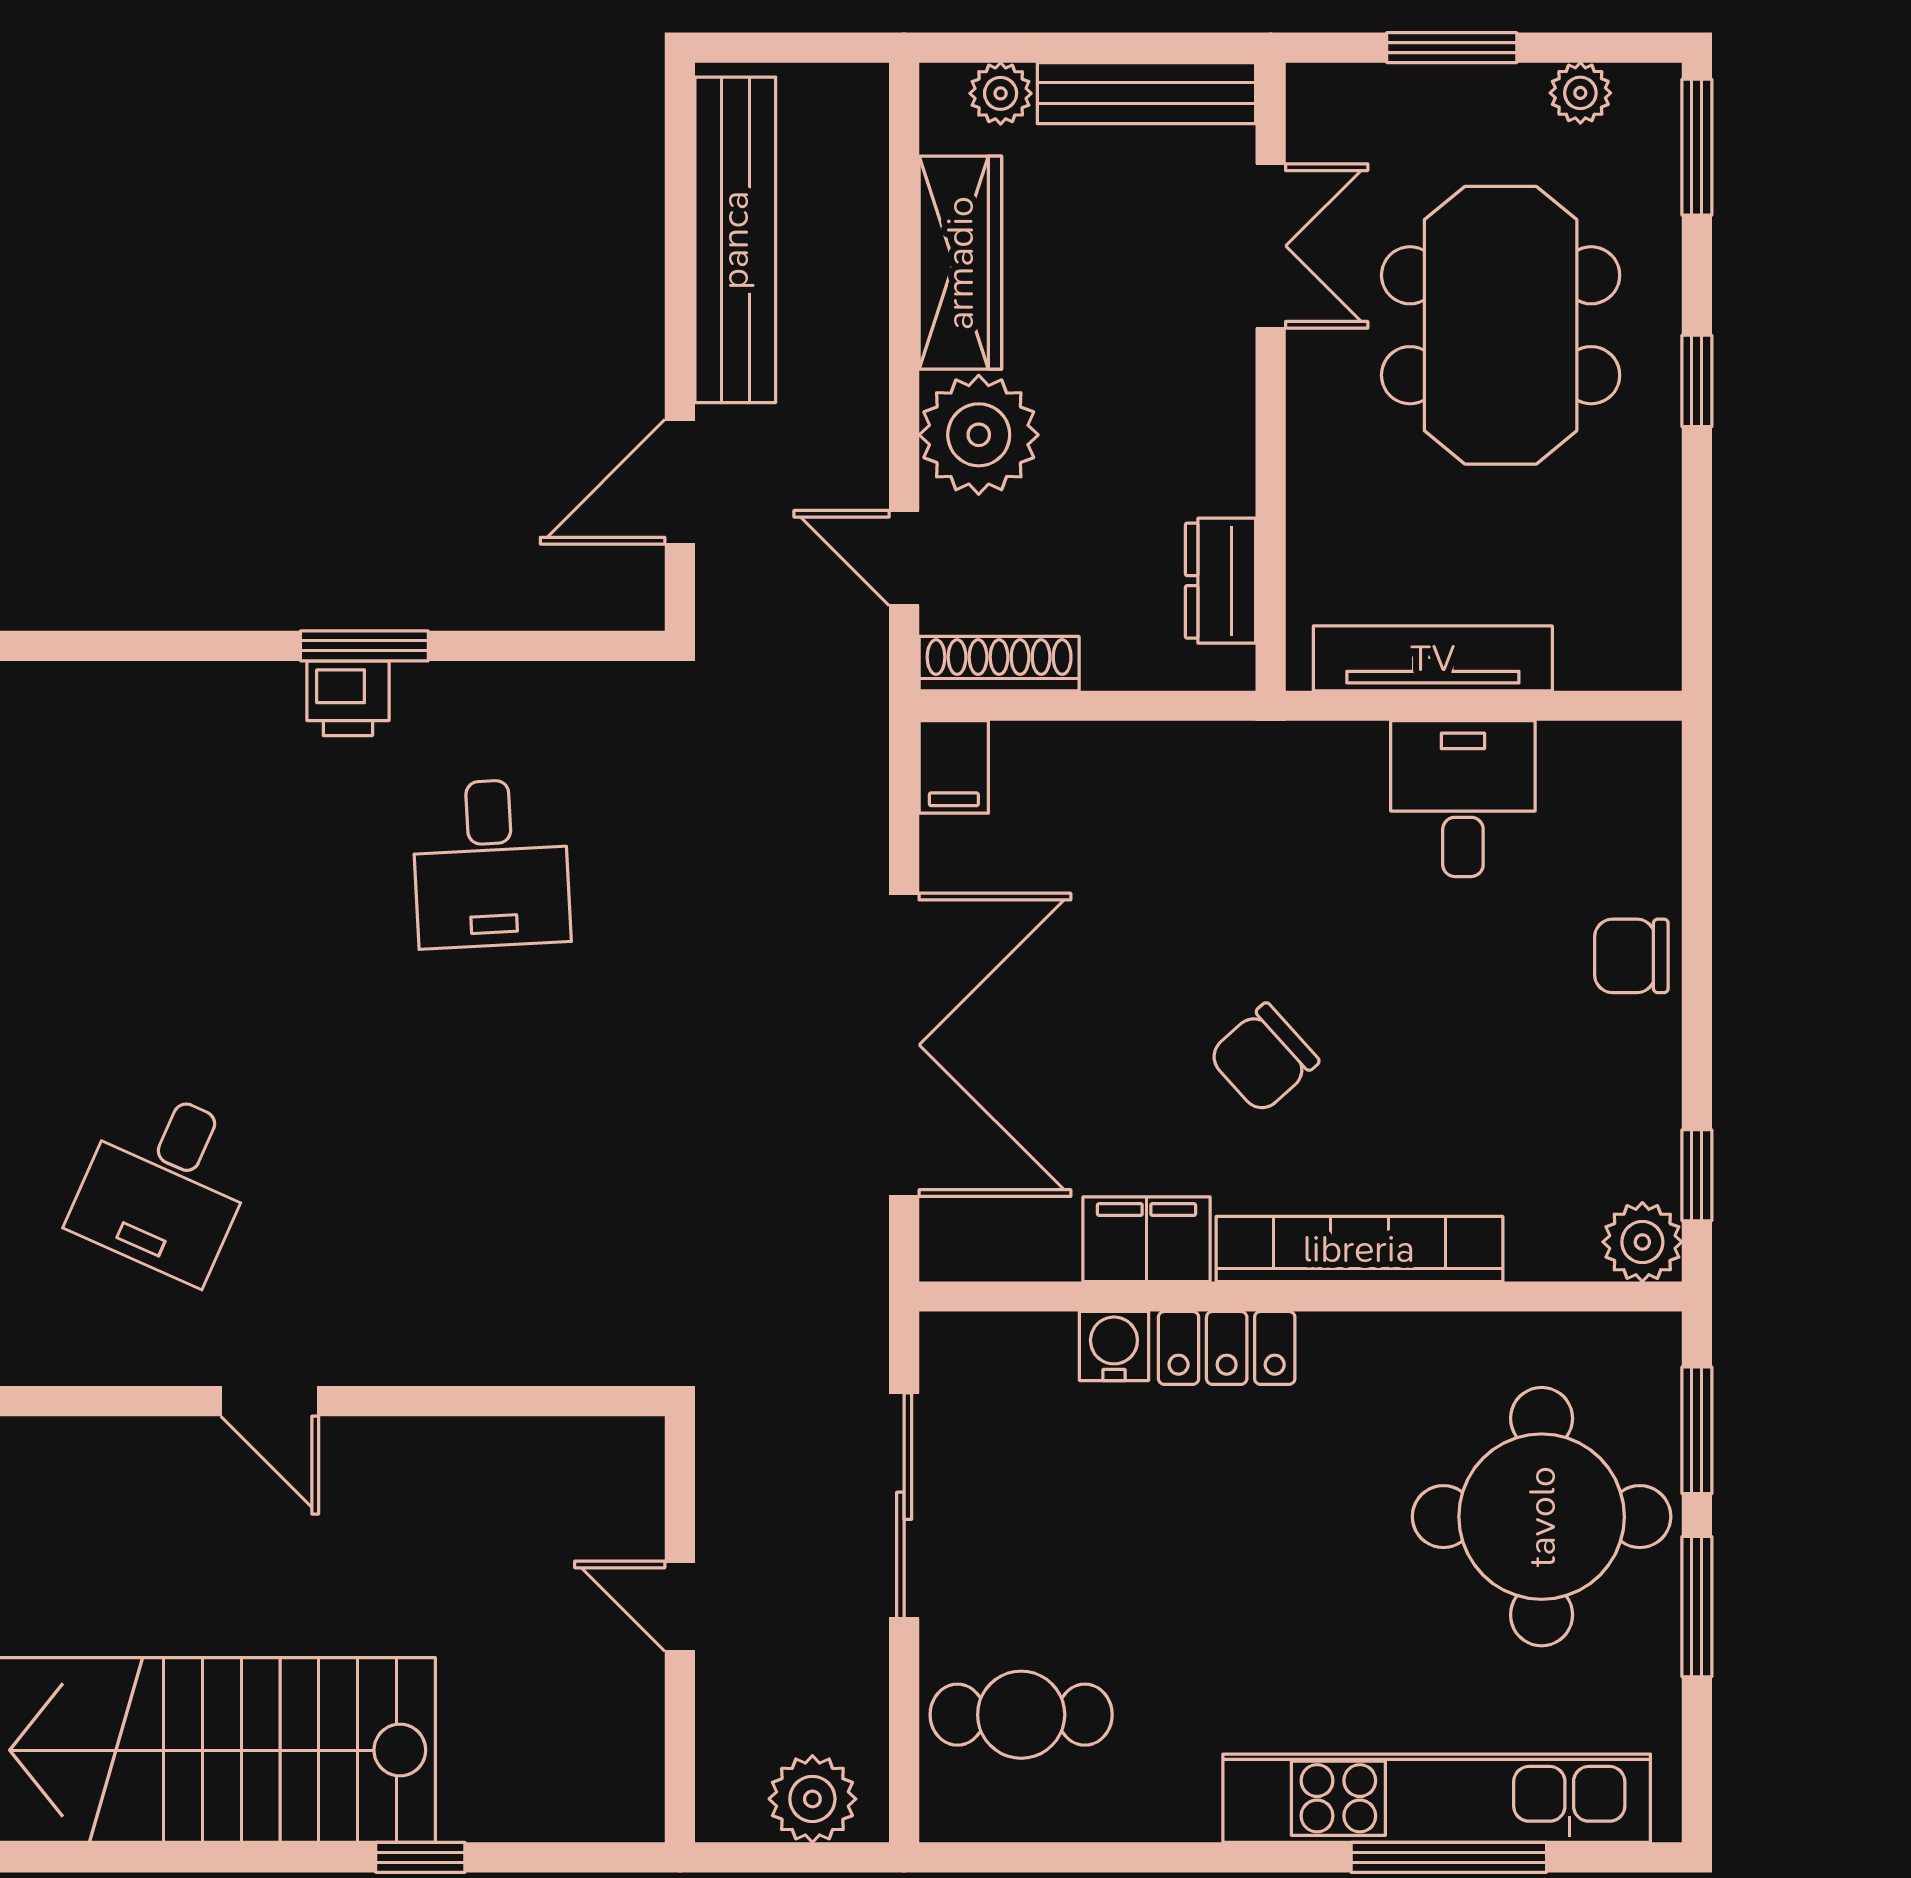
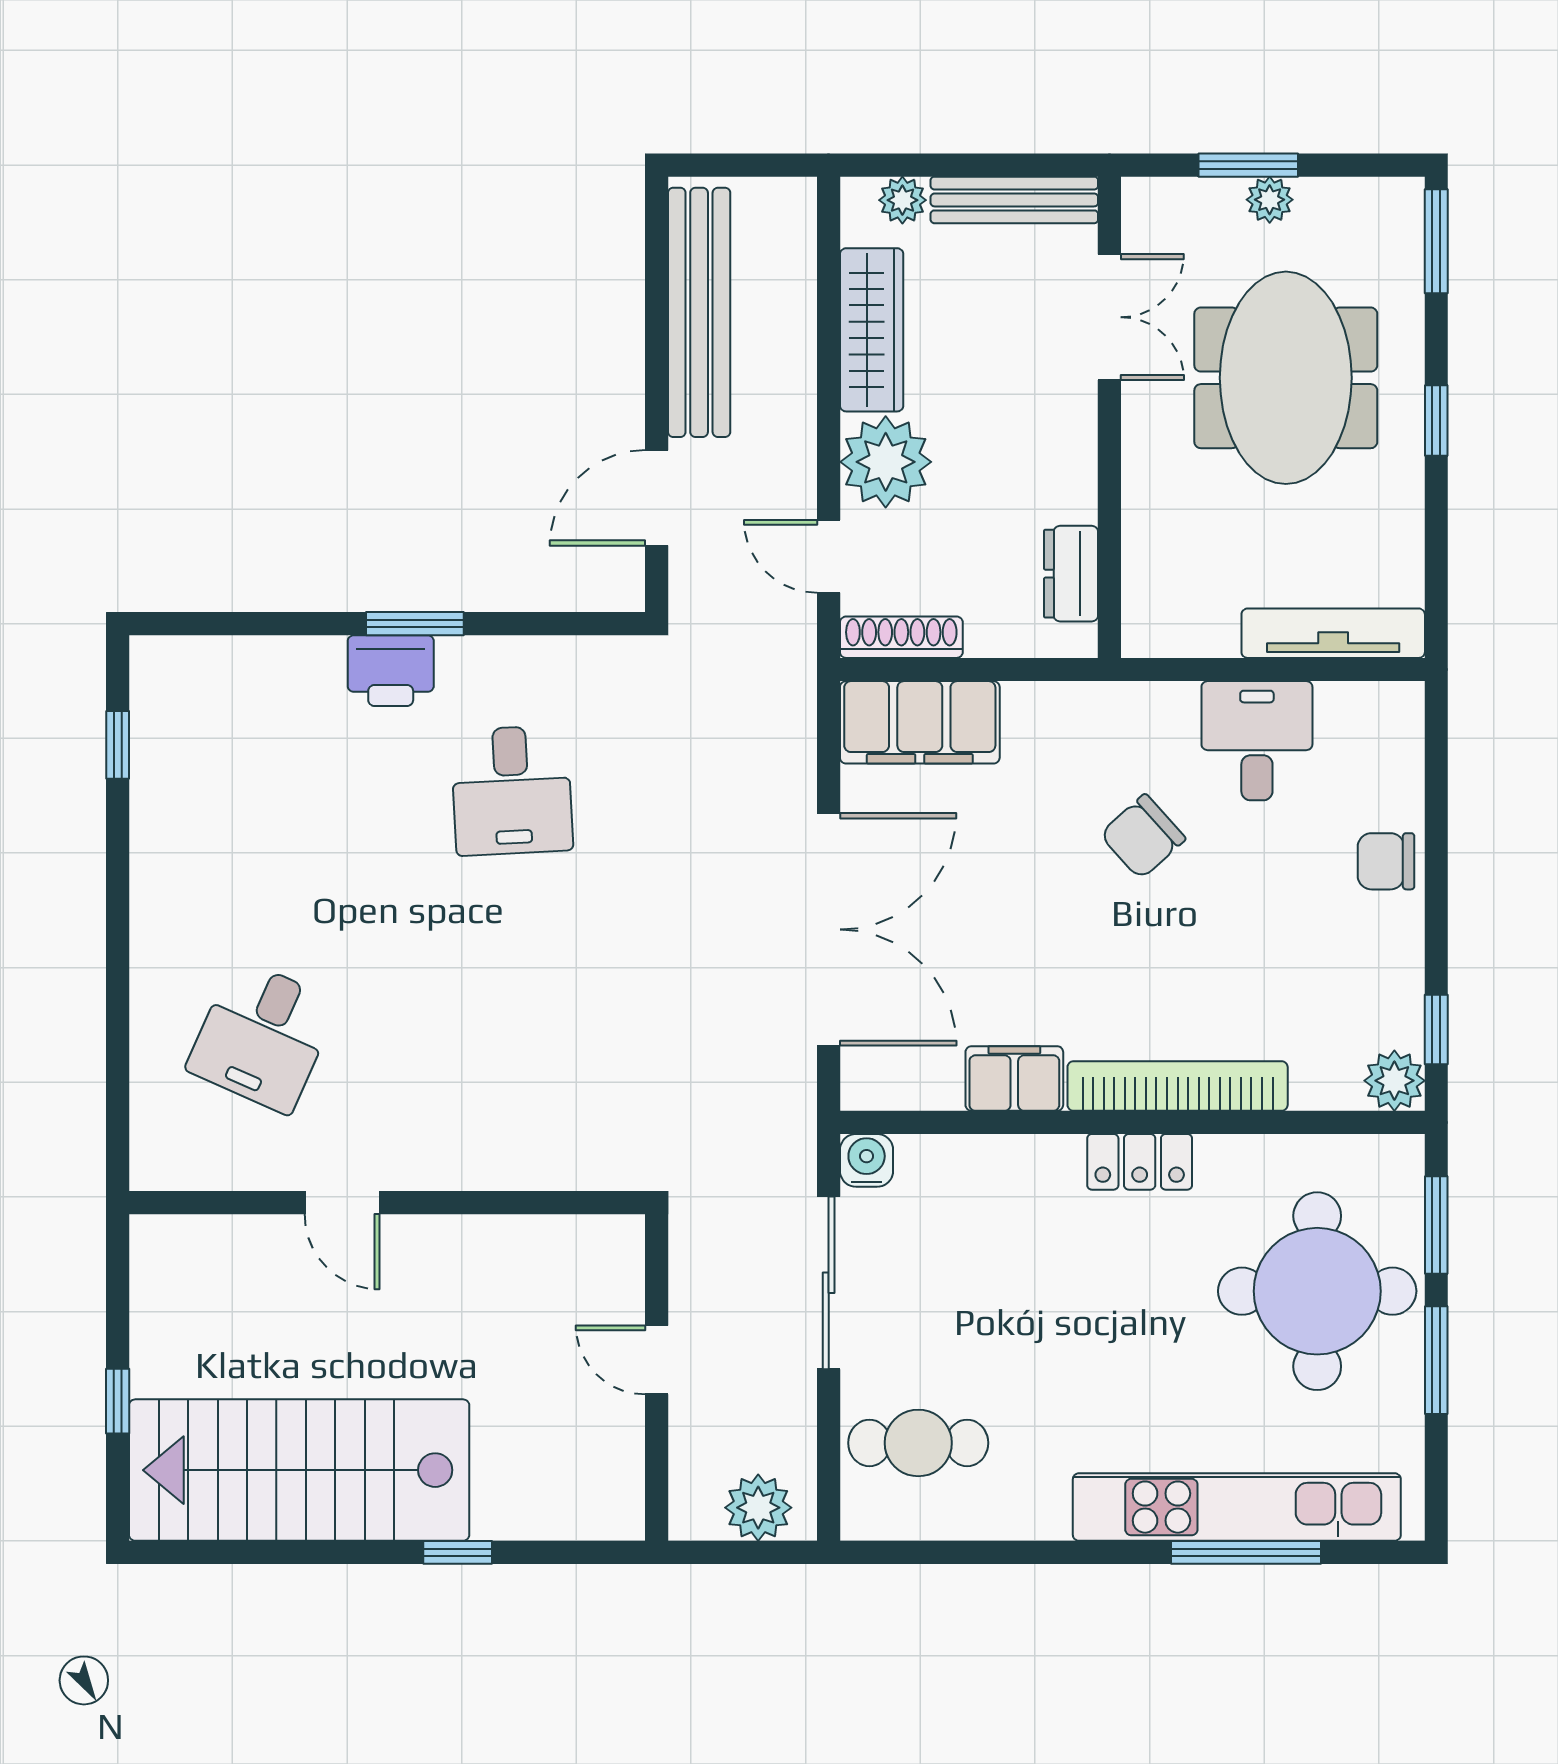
plant: (1580, 93) -> (1270, 200), moved
tv unit: (1433, 658) -> (1333, 633), moved
printer: (348, 698) -> (391, 671), width x1.36, depth x1.24
filing cabinet: (954, 767) -> (920, 722), width x3.00, depth x1.17
chair: (1263, 1058) -> (1143, 837), moved
water cooler: (1114, 1346) -> (867, 1160), moved
locker: (1227, 1348) -> (1140, 1162), moved

